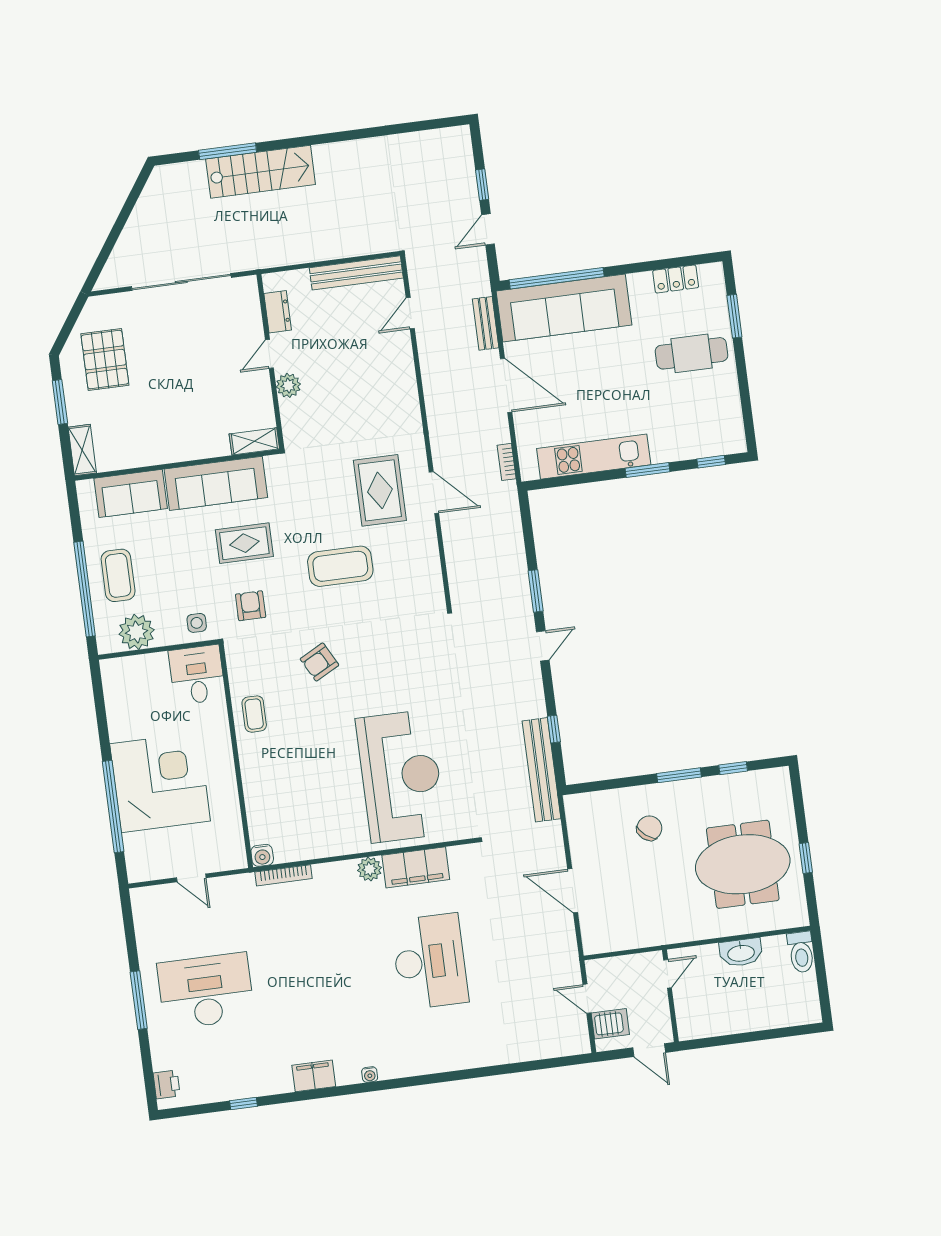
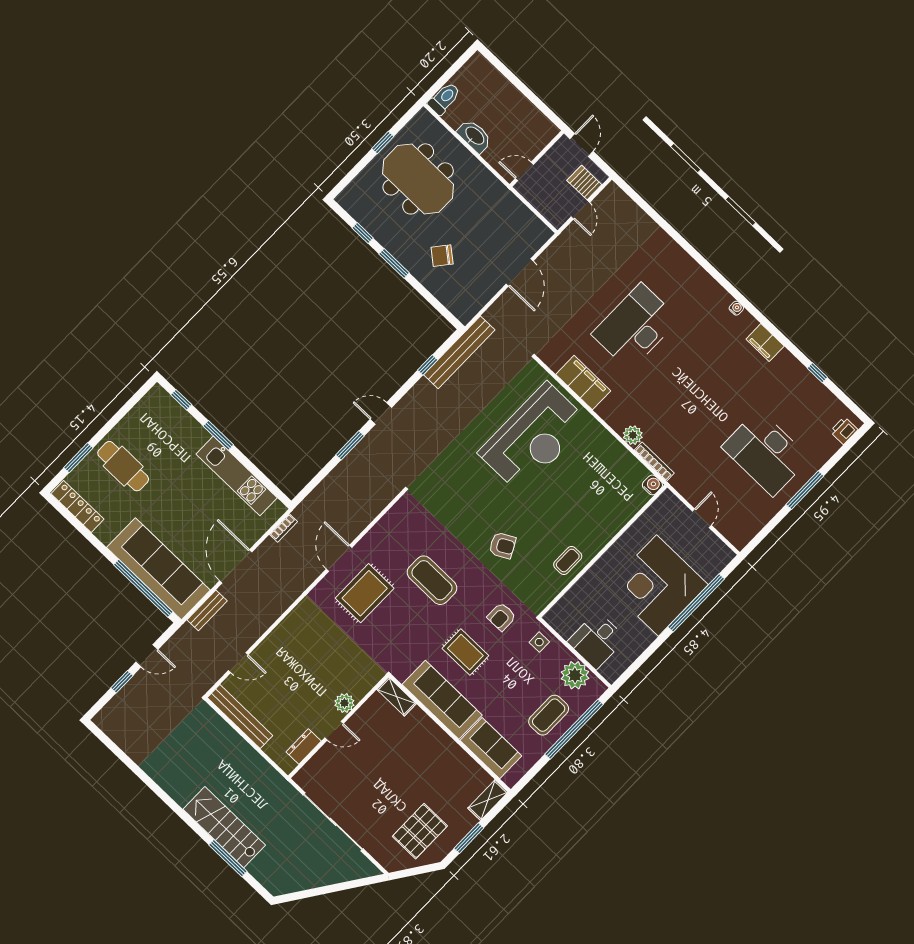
locker: (676, 279) -> (77, 506), width x1.53
desk: (197, 675) -> (597, 640), moved
reception desk: (401, 776) -> (534, 438), turned 180
plant: (370, 869) -> (633, 435), moved

